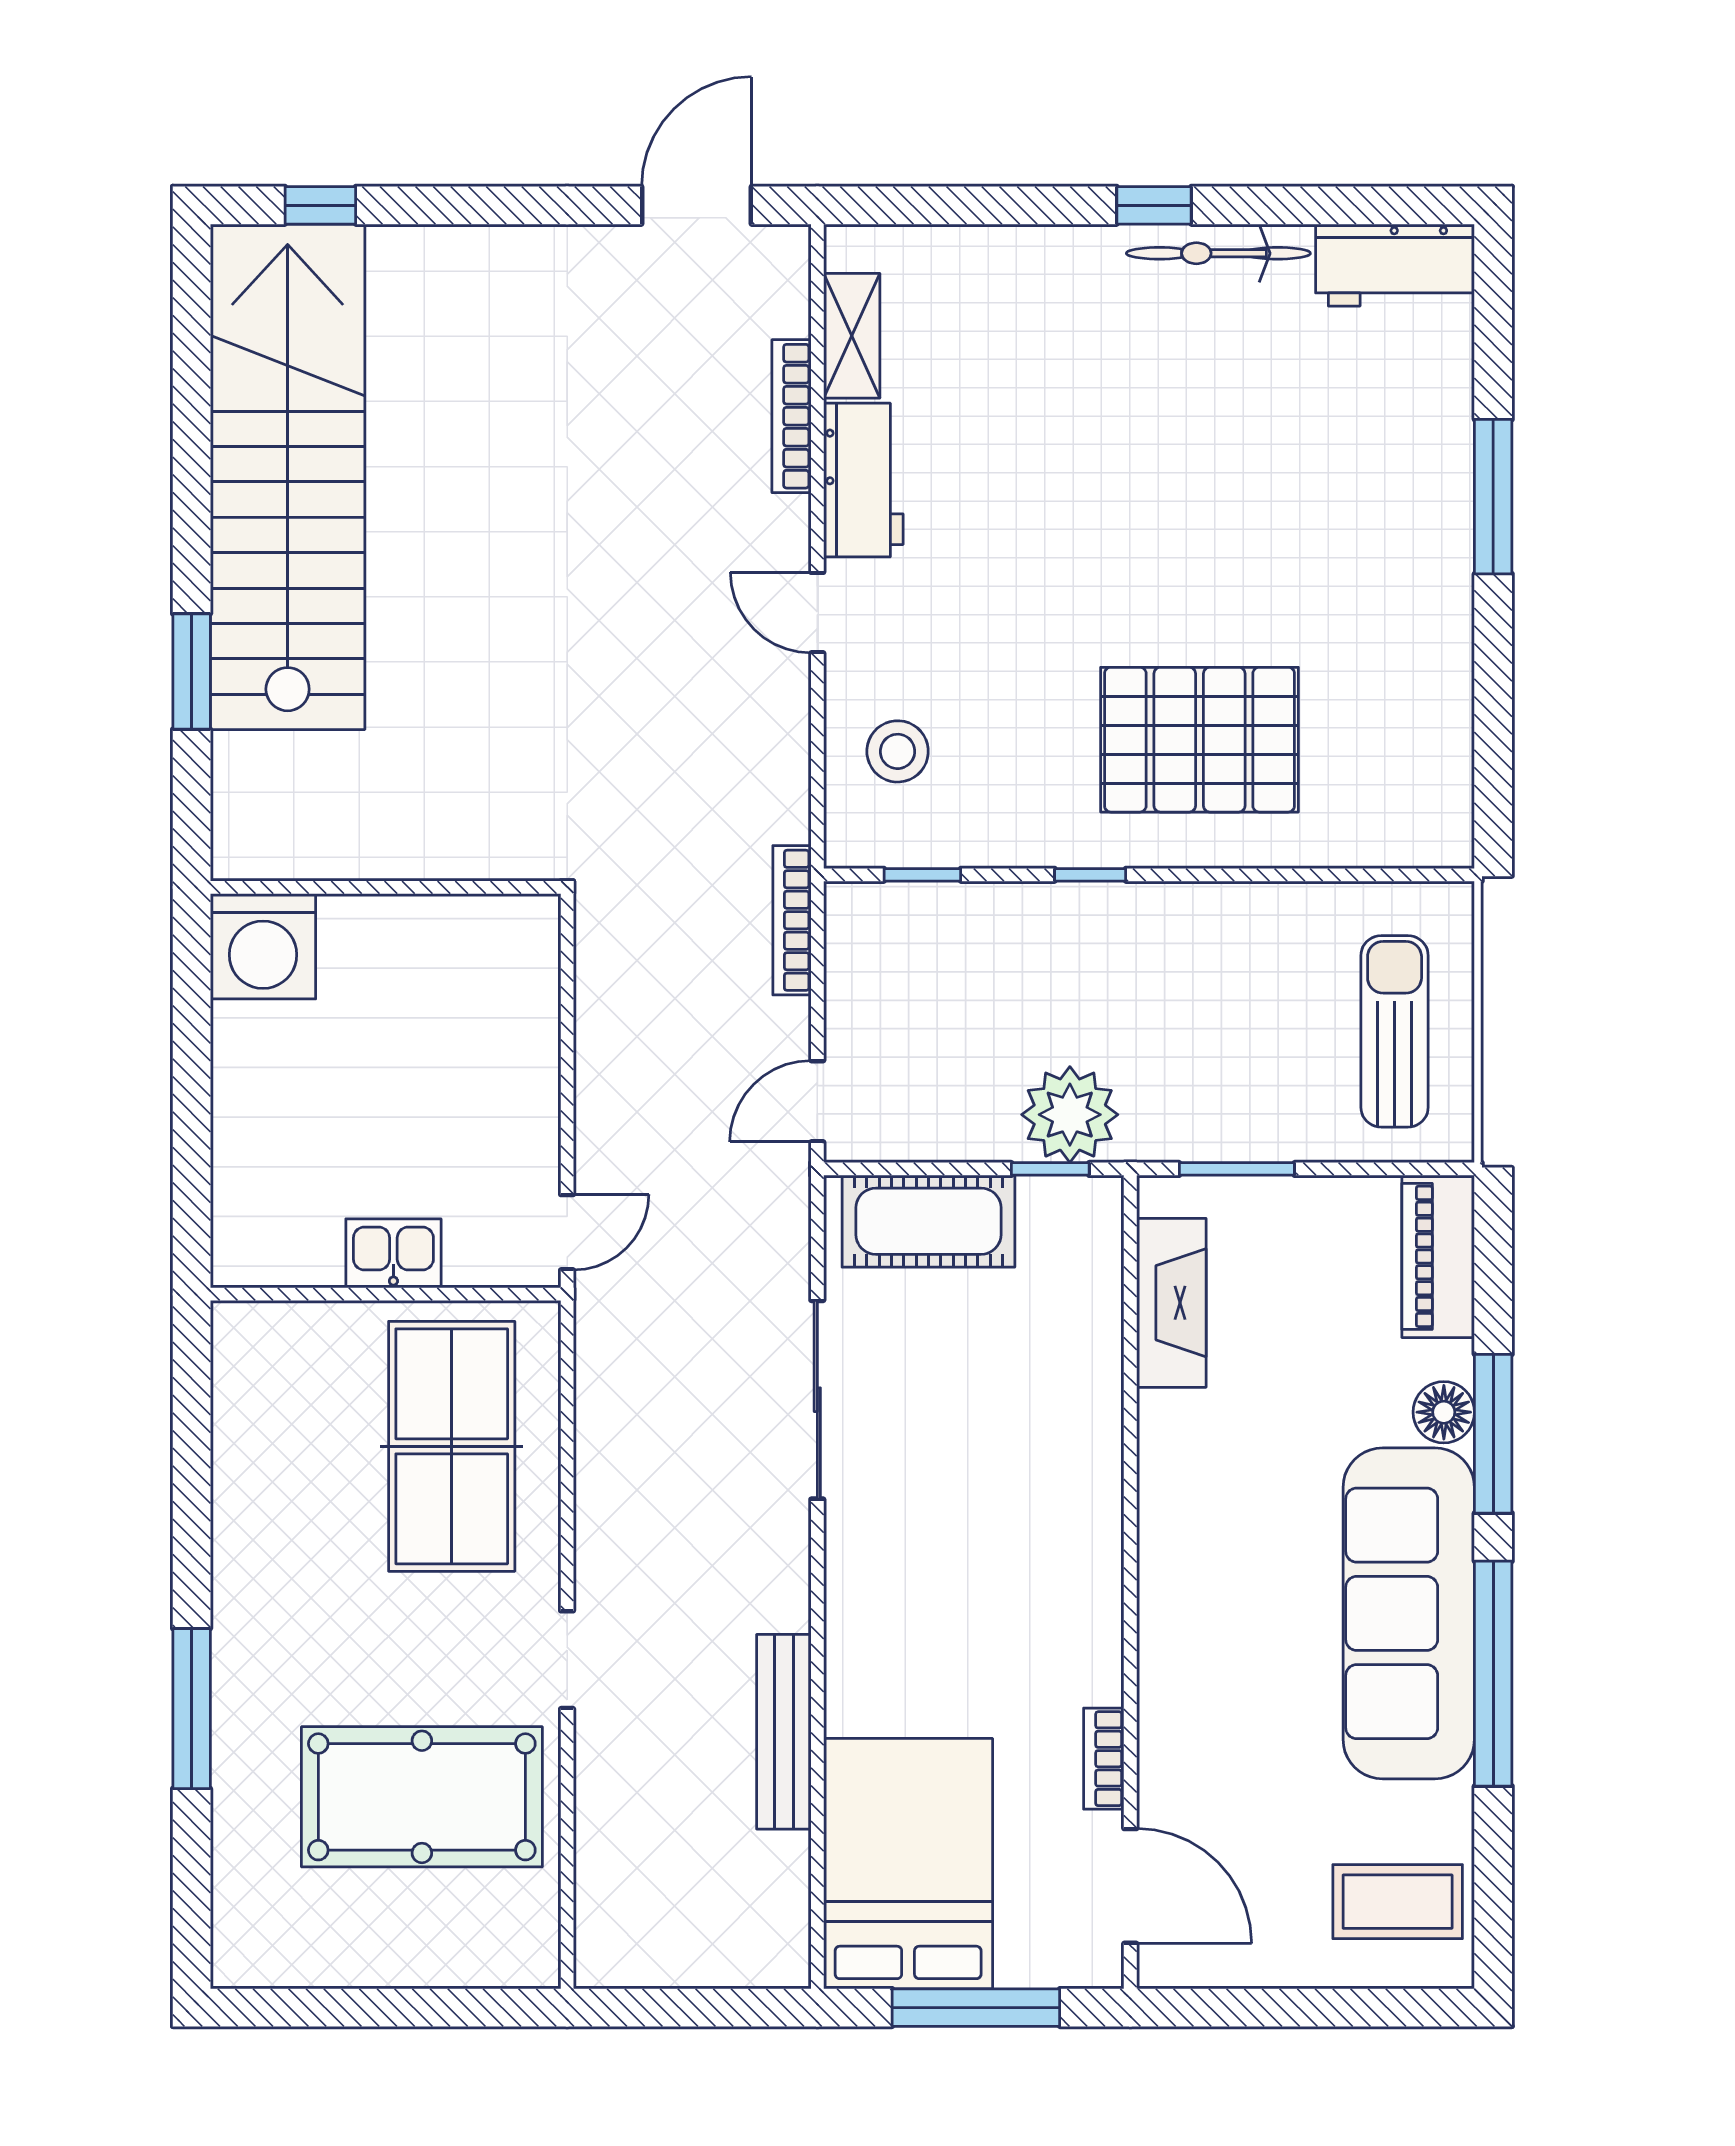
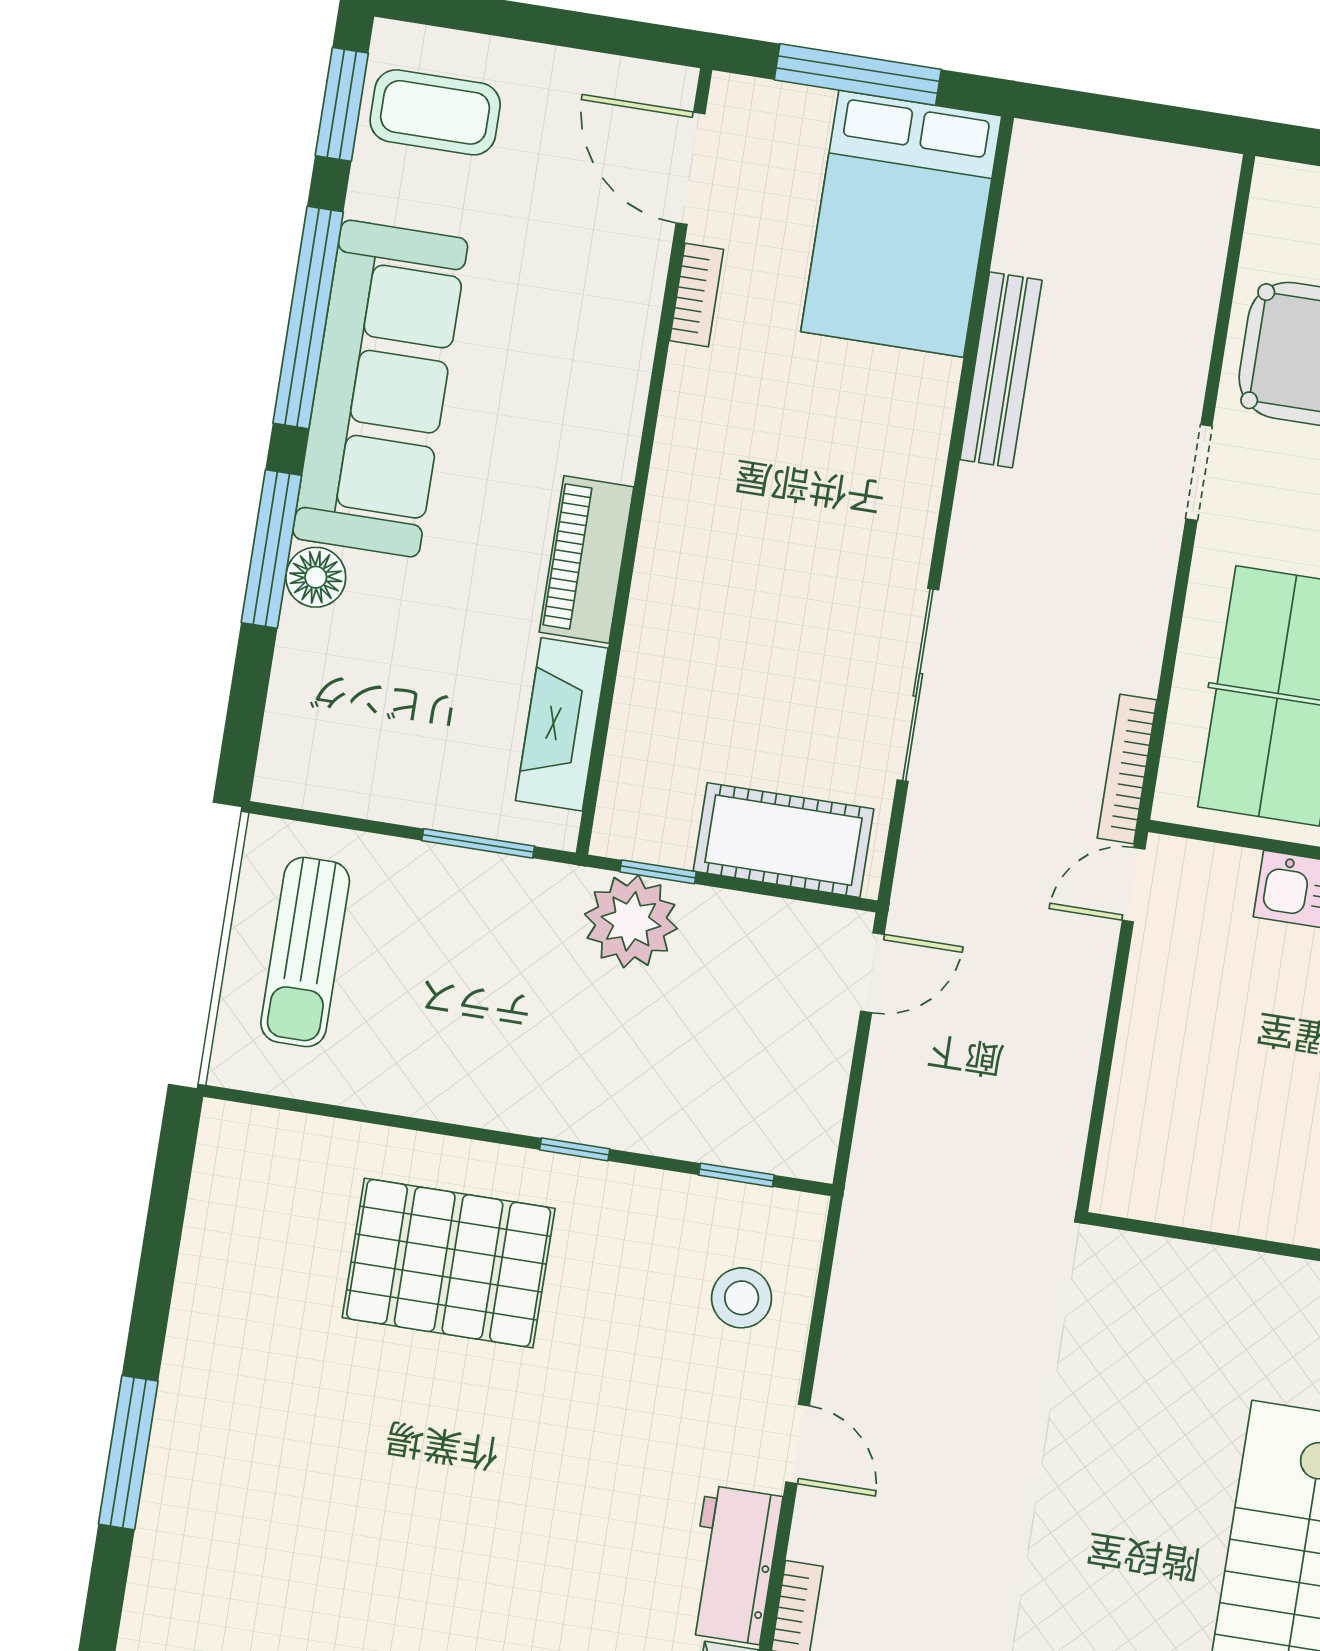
bookcase: (792, 920) -> (1127, 769), moved, turned 180
piano: (1438, 1256) -> (586, 559), moved, turned 180
window: (1493, 1895) -> (342, 104), added

